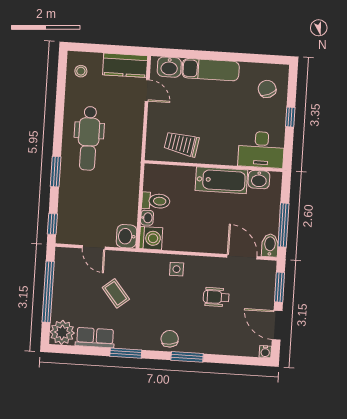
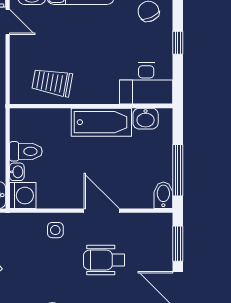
door: (242, 257) -> (102, 211), moved
wheelchair: (216, 297) -> (104, 260), width x1.36, depth x1.37

